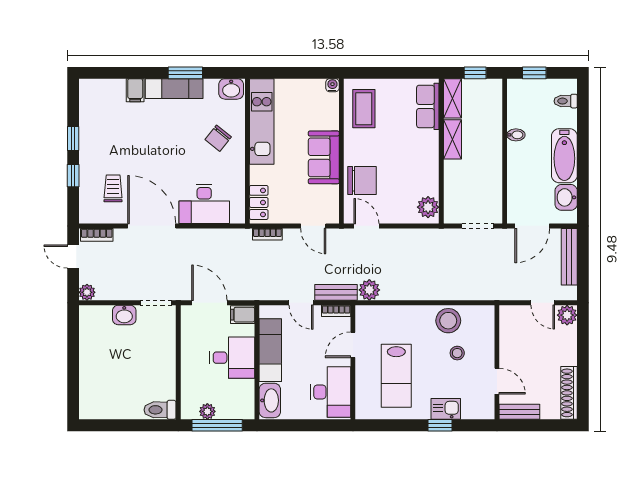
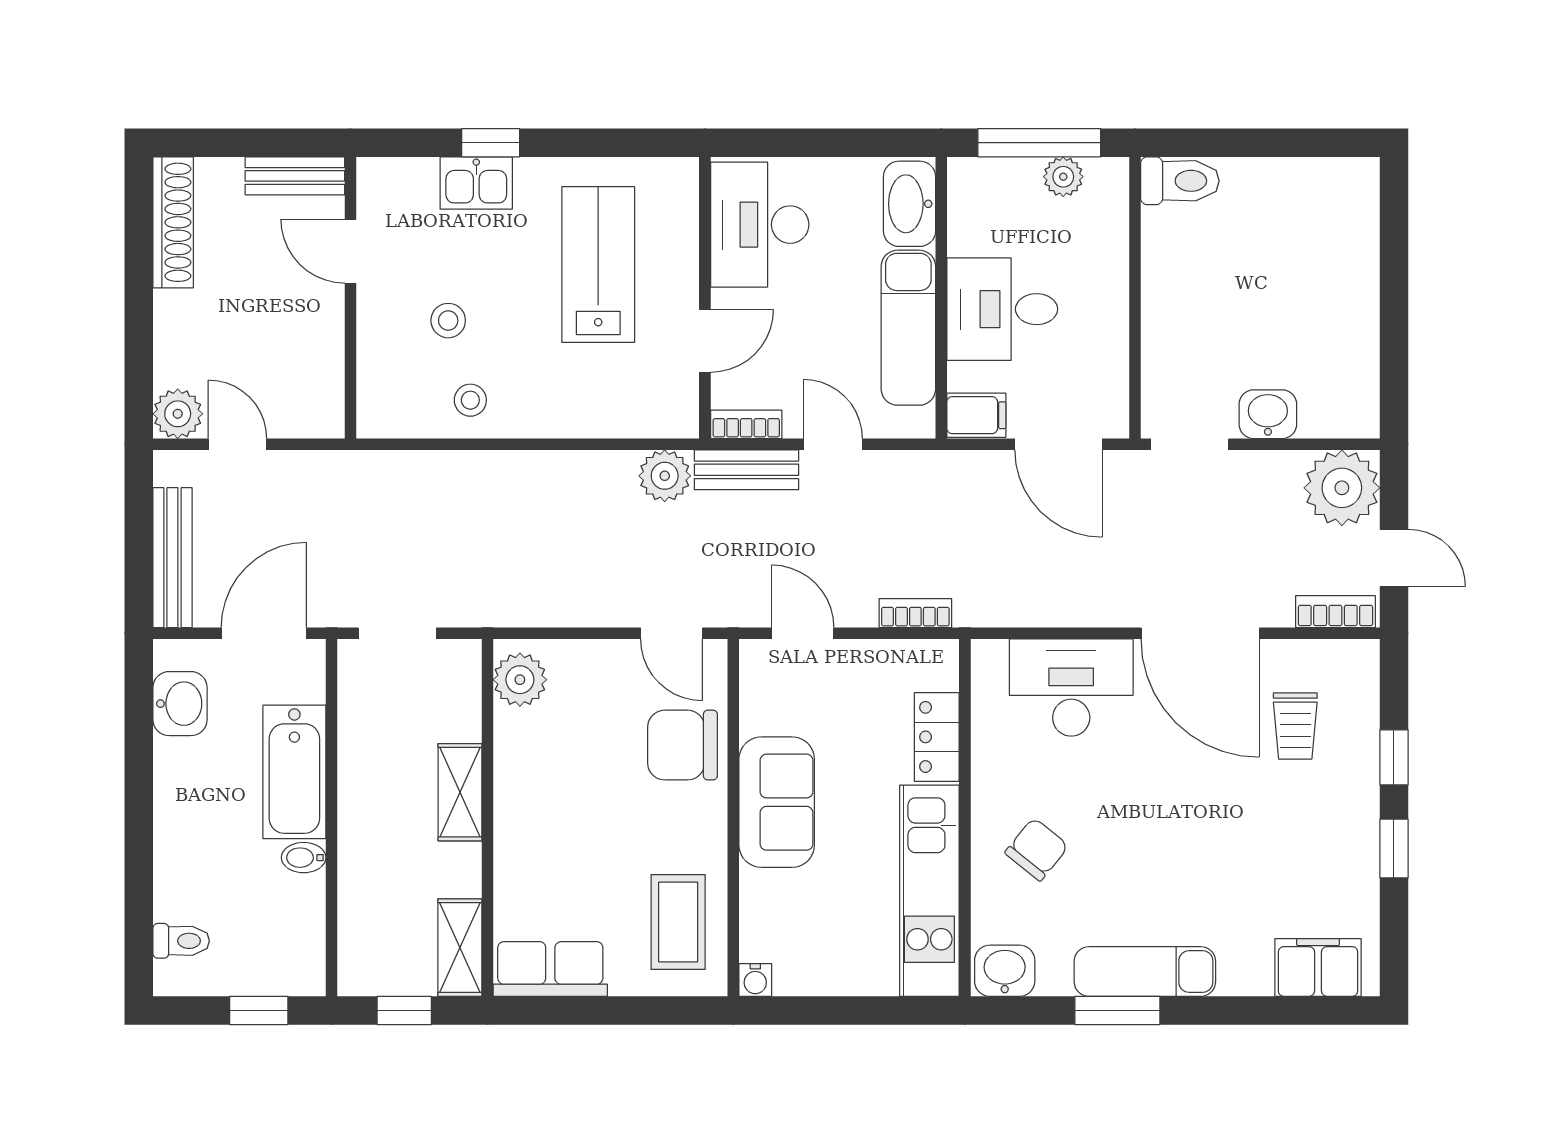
filing cabinet: (135, 90) -> (1318, 967), moved, width x2.00
row of seats: (428, 106) -> (550, 969), moved, turned -90
shelving: (452, 139) -> (460, 792), moved
bathtub: (564, 156) -> (294, 772), moved, turned 180
locker: (259, 202) -> (937, 737), moved
plant: (87, 292) -> (1342, 488), width x1.88, depth x1.88
stool: (448, 321) -> (470, 400), width x0.53, depth x0.53

